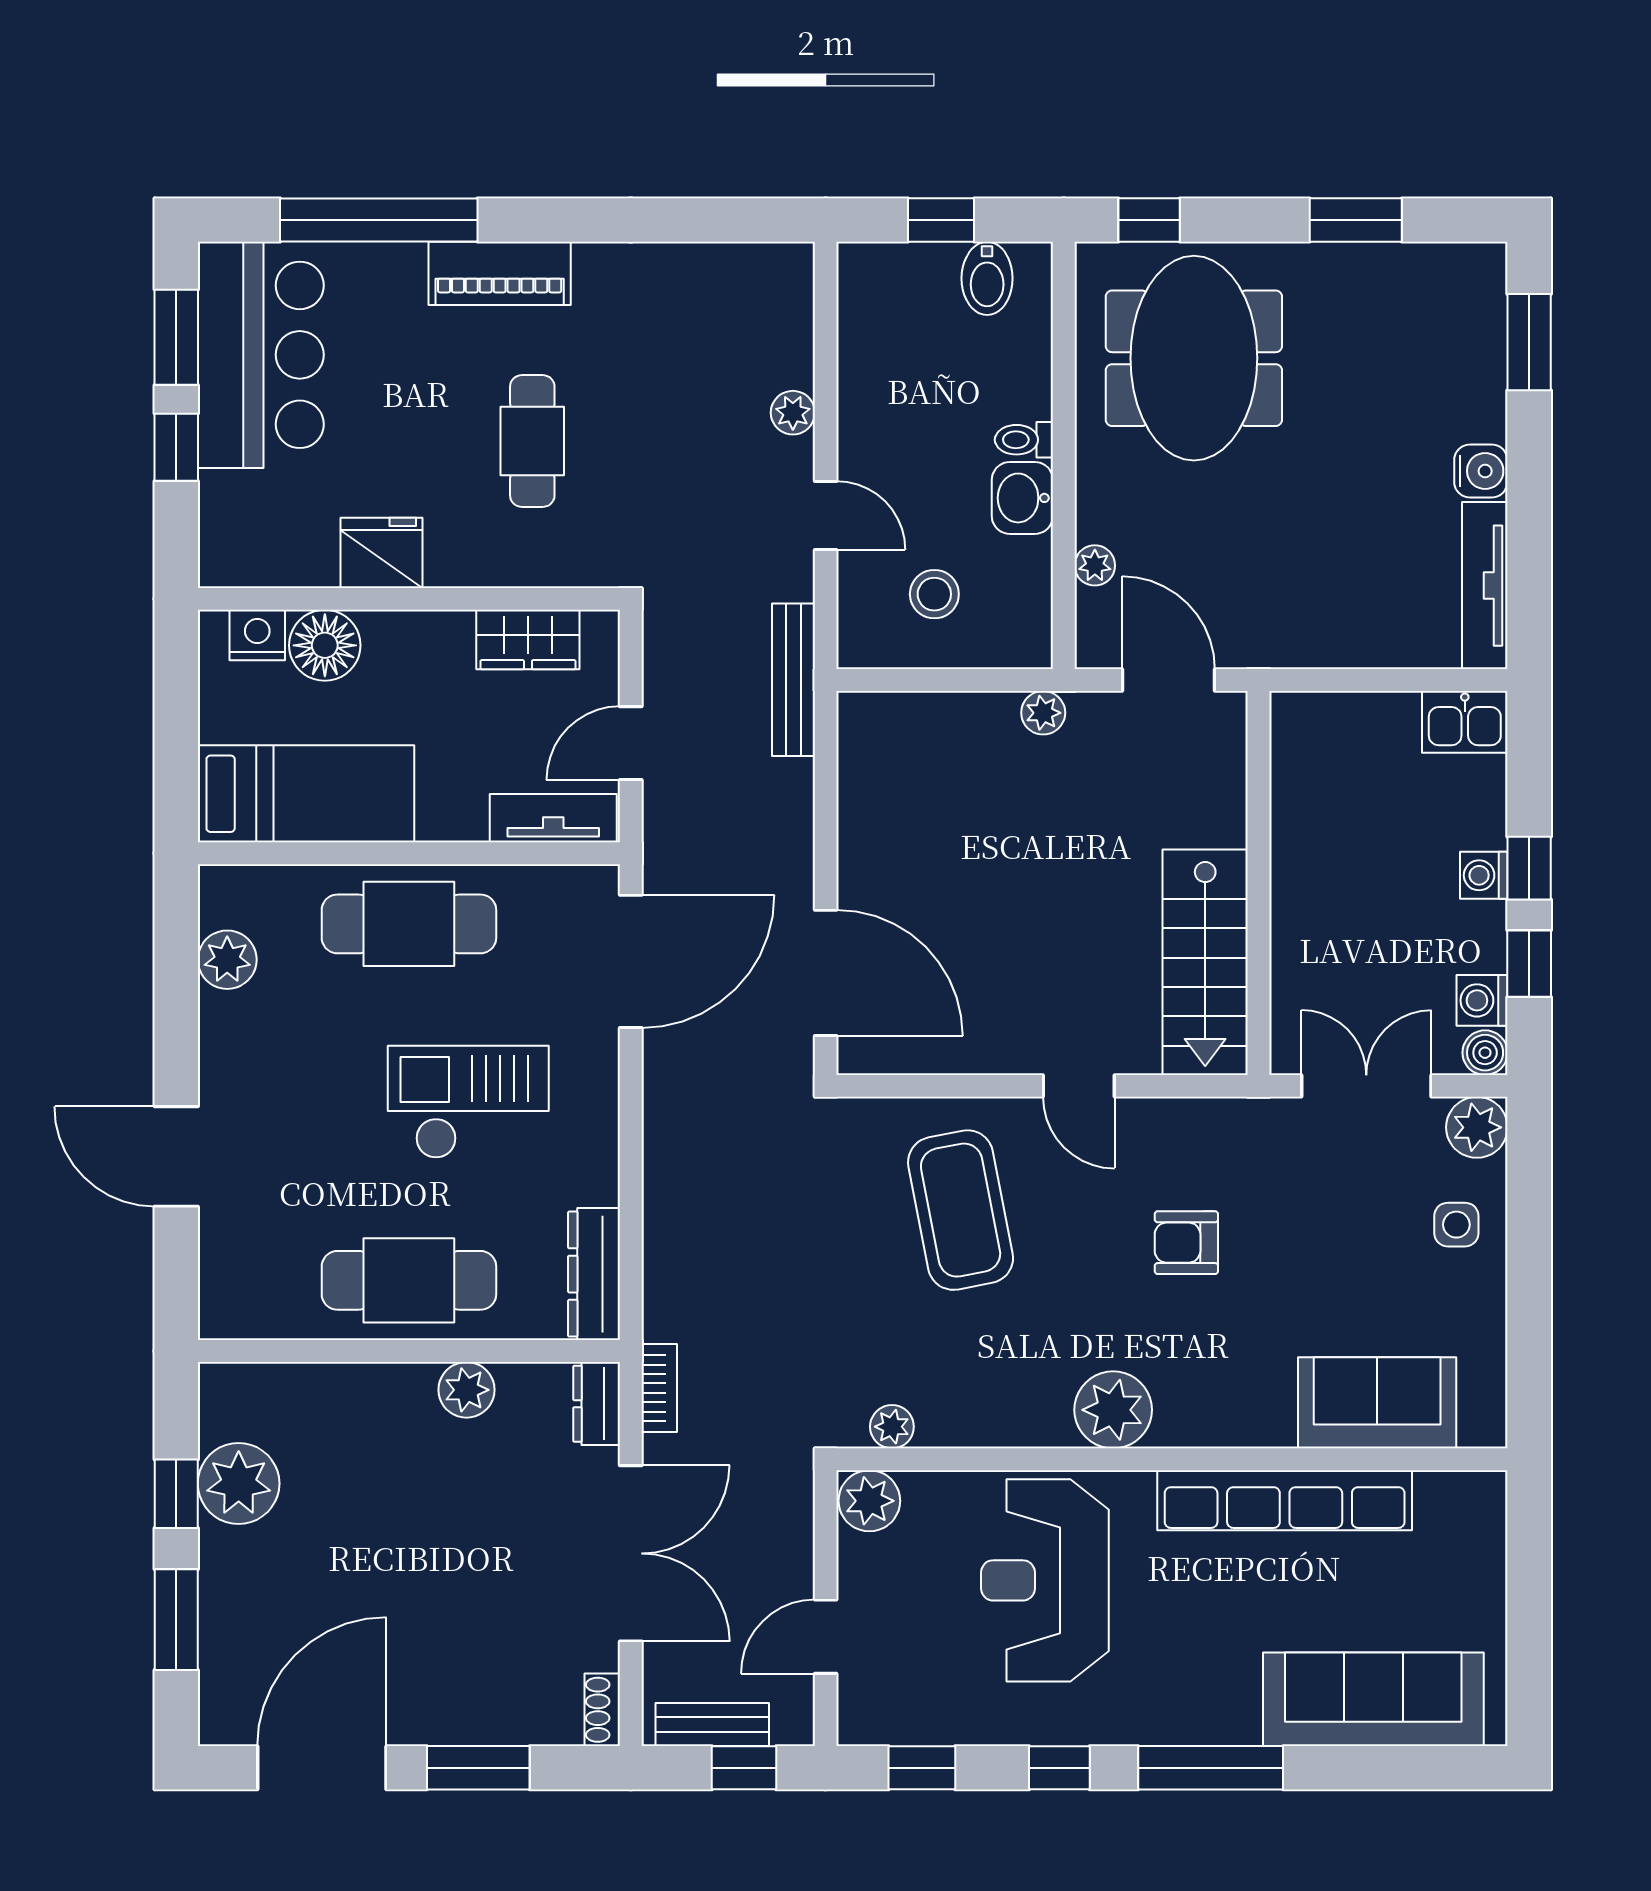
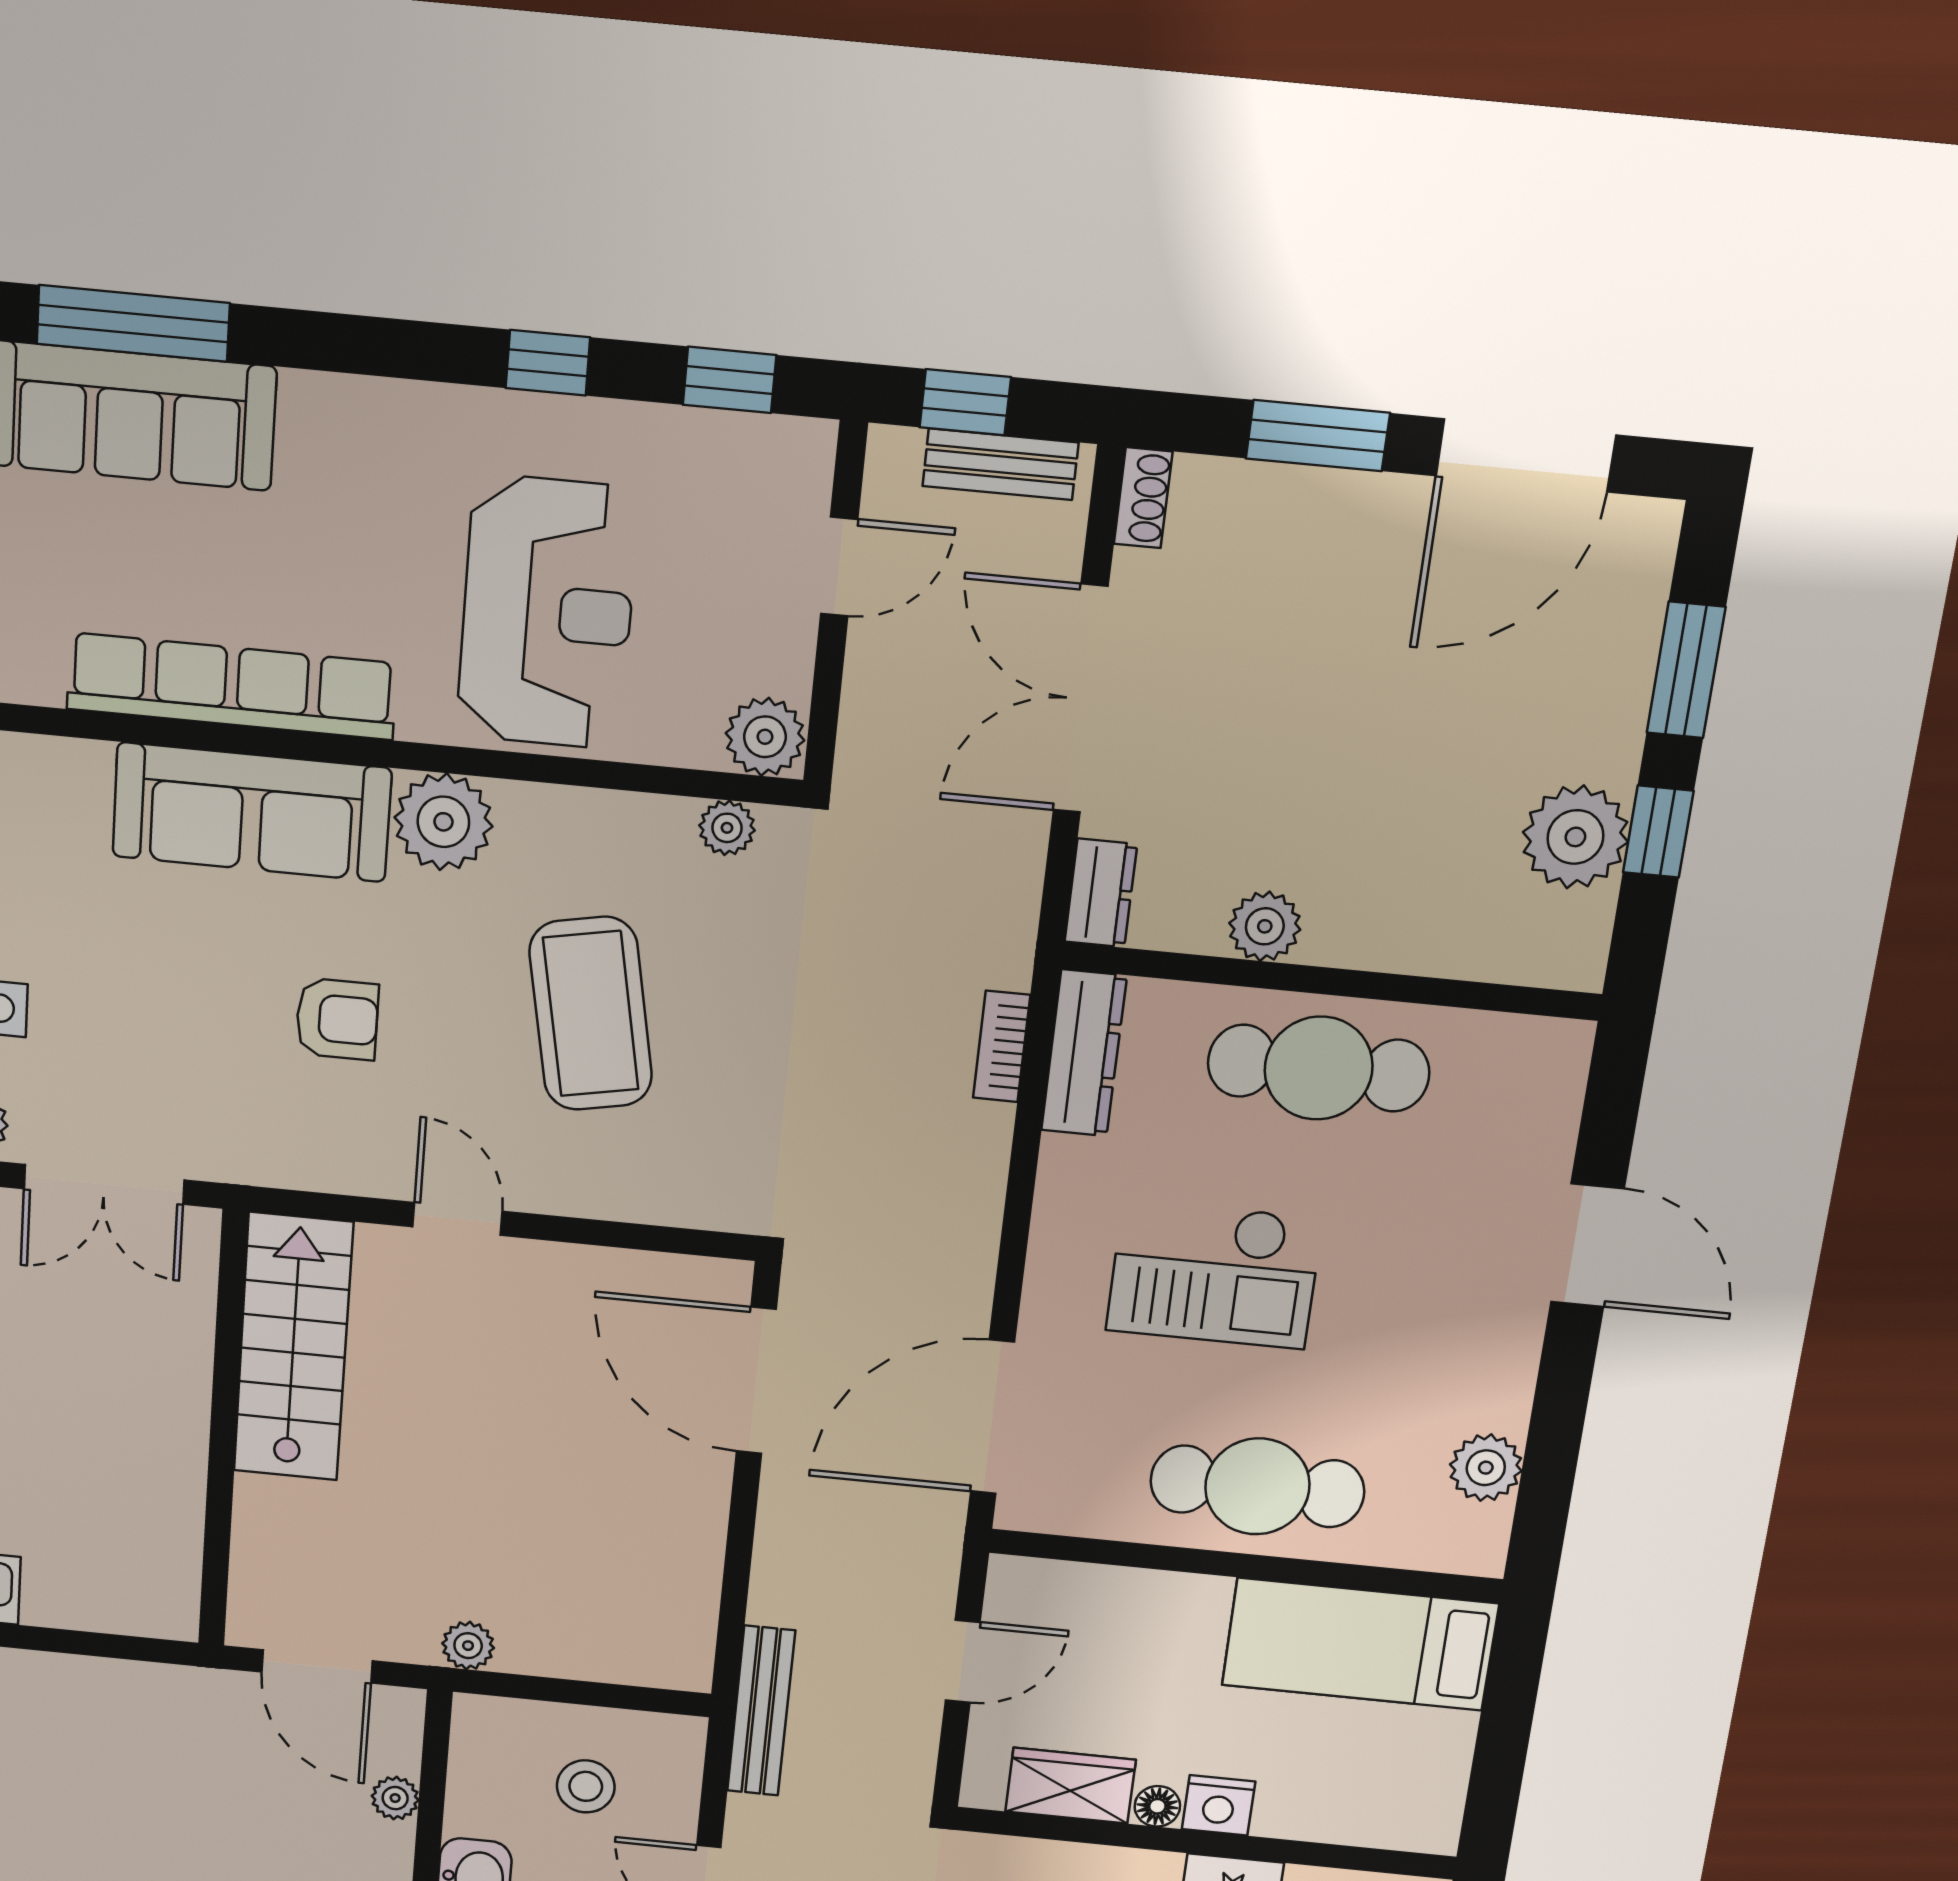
nightstand: (257, 635) -> (1219, 1805), moved
floor lamp: (325, 645) -> (1157, 1806), moved, width x0.53, depth x0.53
tv unit: (553, 818) -> (1066, 1588), removed
coffee table: (961, 1210) -> (591, 1014), moved
bookcase: (659, 1388) -> (1002, 1046), moved
sofa: (1377, 1403) -> (252, 812), moved, width x1.36
window: (1211, 1768) -> (133, 323), moved

